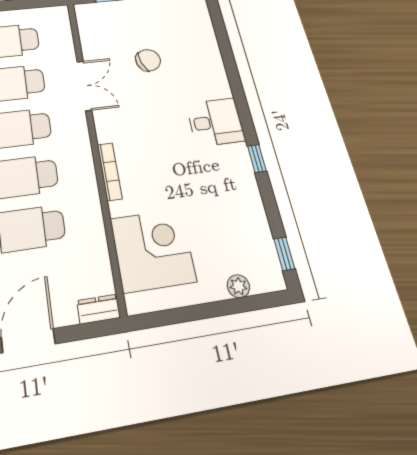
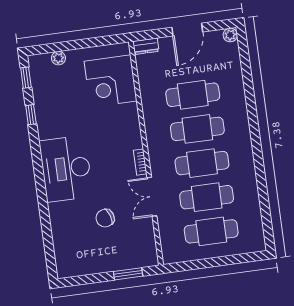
desk: (216, 122) -> (66, 169), width x1.87, depth x1.30
window: (257, 158) -> (31, 115), moved
bookcase: (110, 171) -> (140, 162), moved, width x0.64

